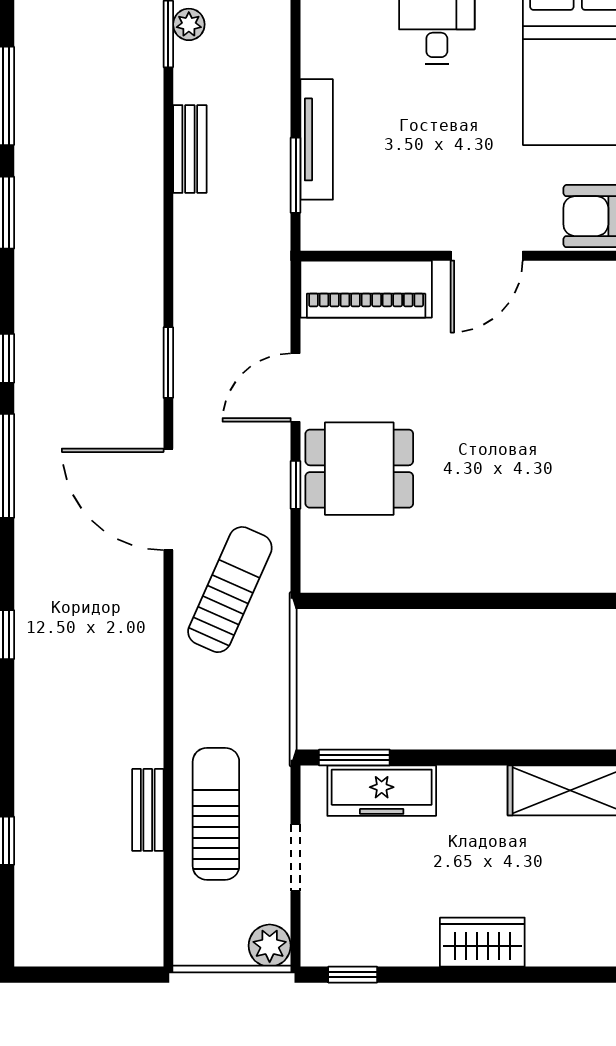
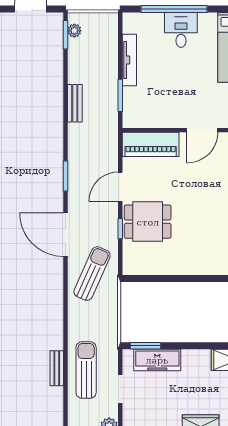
tv unit: (317, 139) -> (129, 60), moved
bench: (190, 149) -> (75, 103), moved

